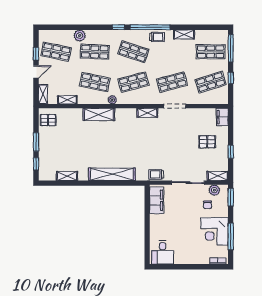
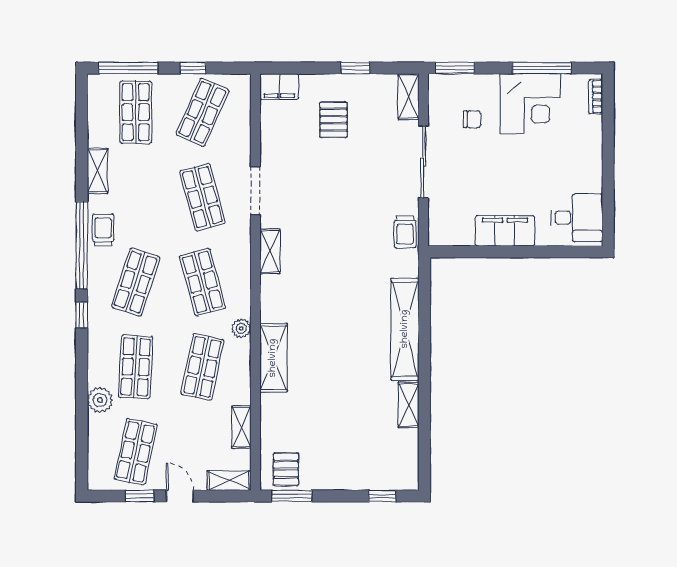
shop shelf: (211, 82) -> (202, 112), turned 42
window: (36, 142) -> (292, 496), moved
shelving: (67, 176) -> (409, 405), moved
plant: (214, 190) -> (440, 104), removed
filing cabinet: (157, 200) -> (505, 231), moved

